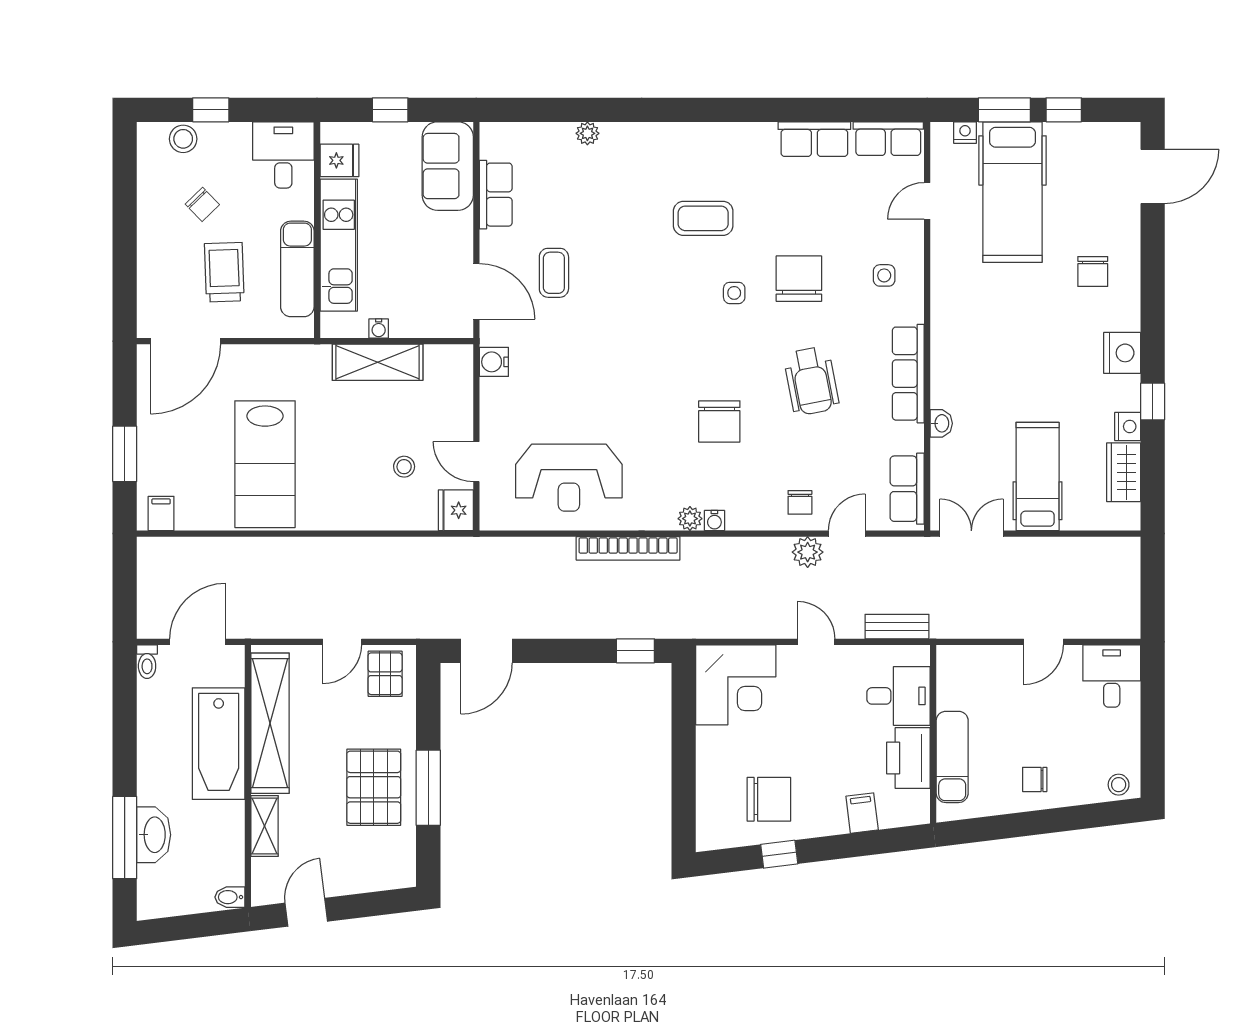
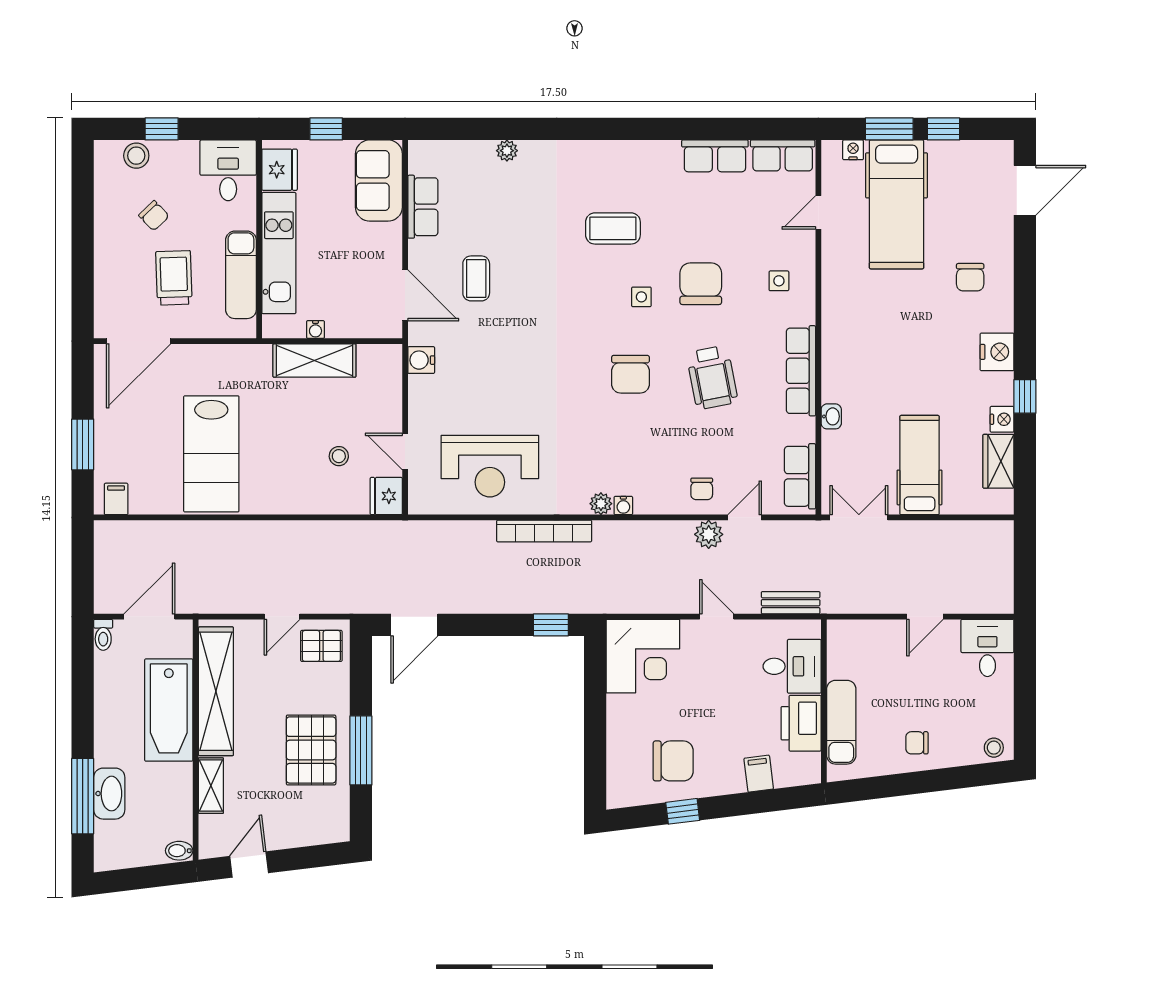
fridge: (339, 160) -> (280, 170), width x1.38
chair: (719, 421) -> (630, 374), moved
pallet: (385, 674) -> (321, 646), turned 90

